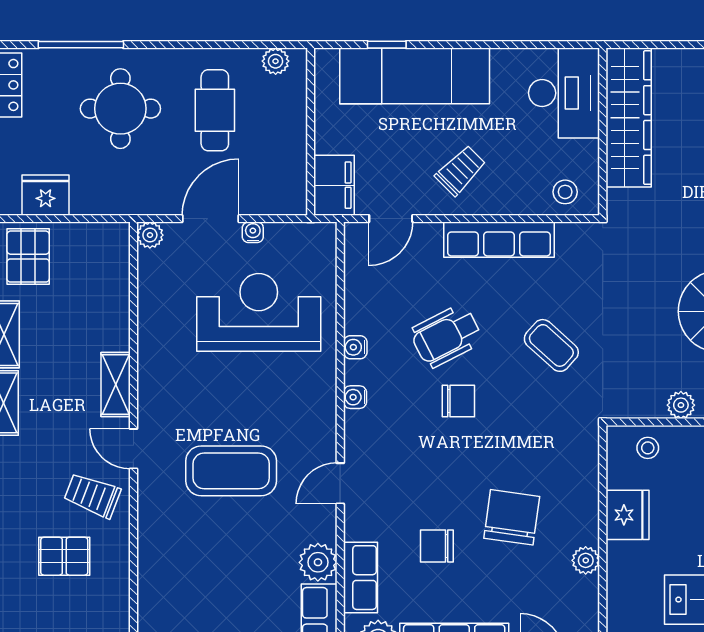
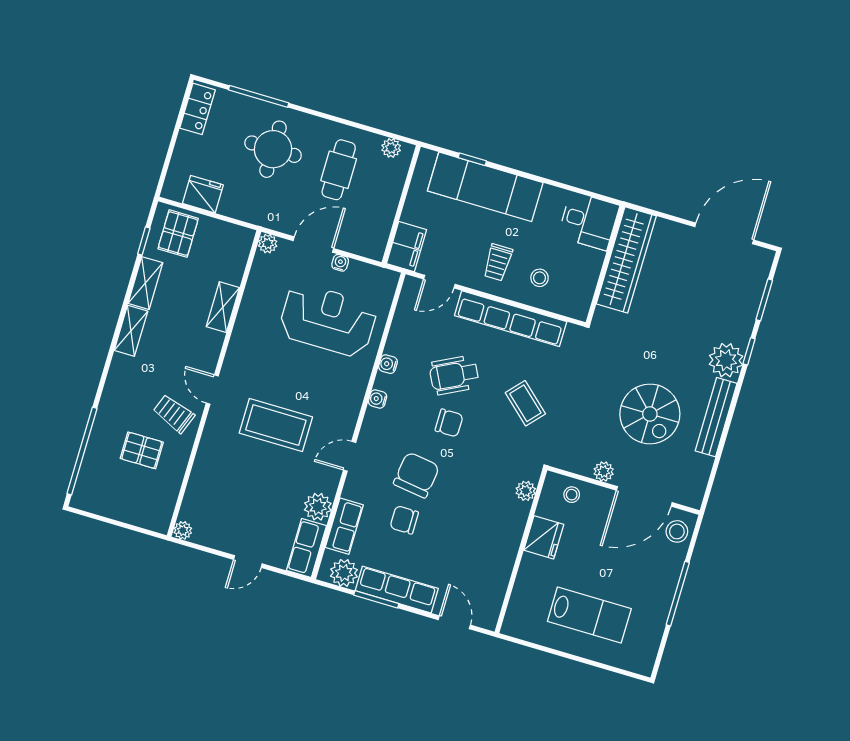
desk: (564, 93) -> (589, 221), width x0.73
trolley: (460, 171) -> (498, 262), turned 135
stool: (565, 192) -> (540, 278), moved
row of seats: (499, 240) -> (511, 319), width x1.36
shelving: (116, 384) -> (223, 307), moved
chair: (512, 517) -> (416, 475), moved
plant: (586, 560) -> (526, 491), moved

